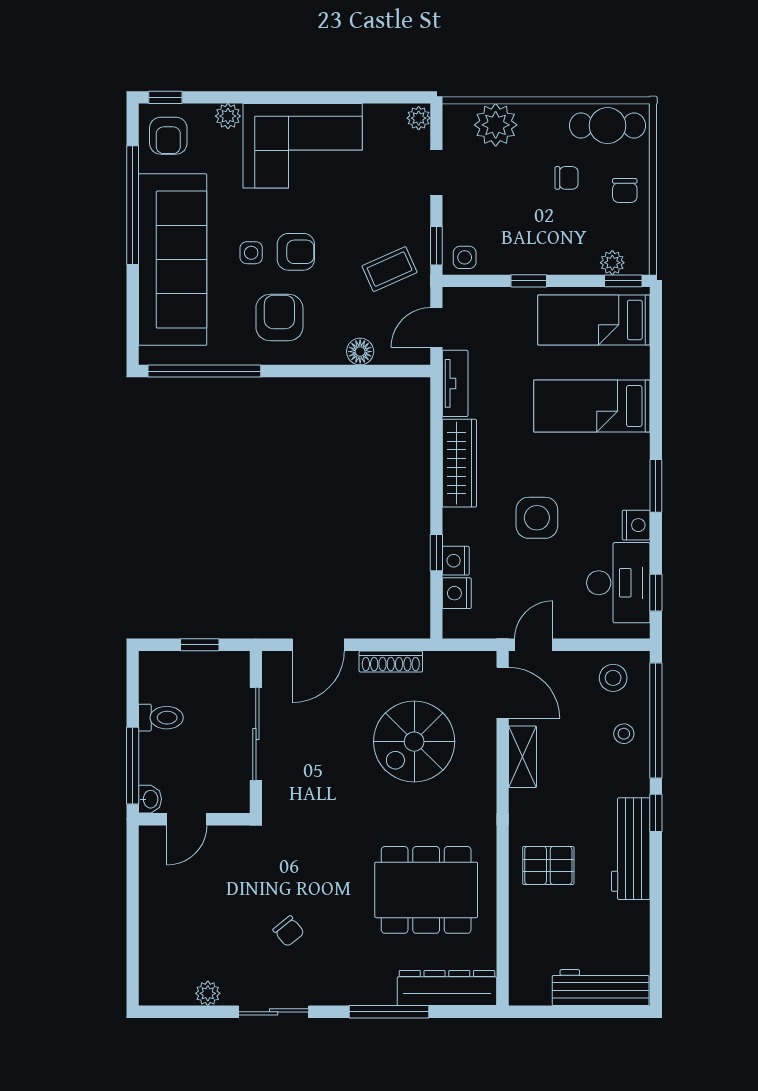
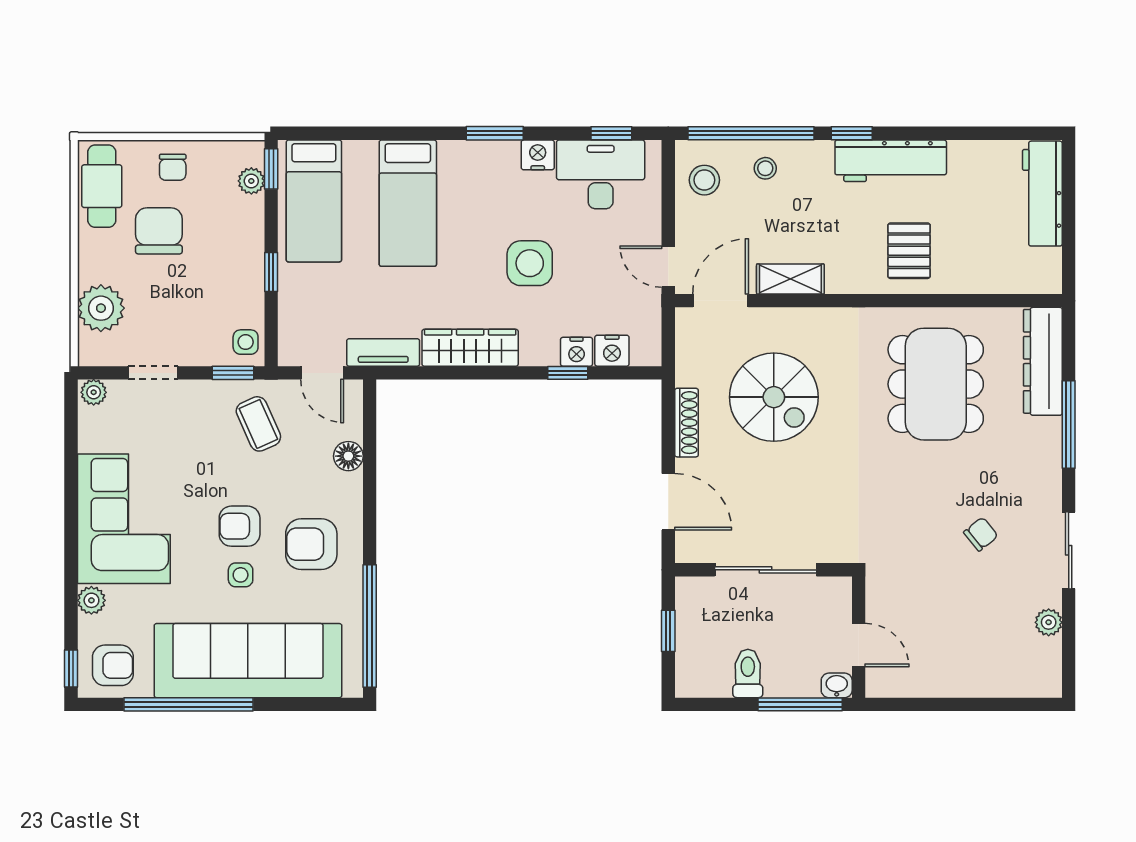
chair: (567, 178) -> (159, 231), width x1.87, depth x1.87
chair: (625, 191) -> (173, 167), turned 90
armchair: (296, 252) -> (240, 526), turned -90

